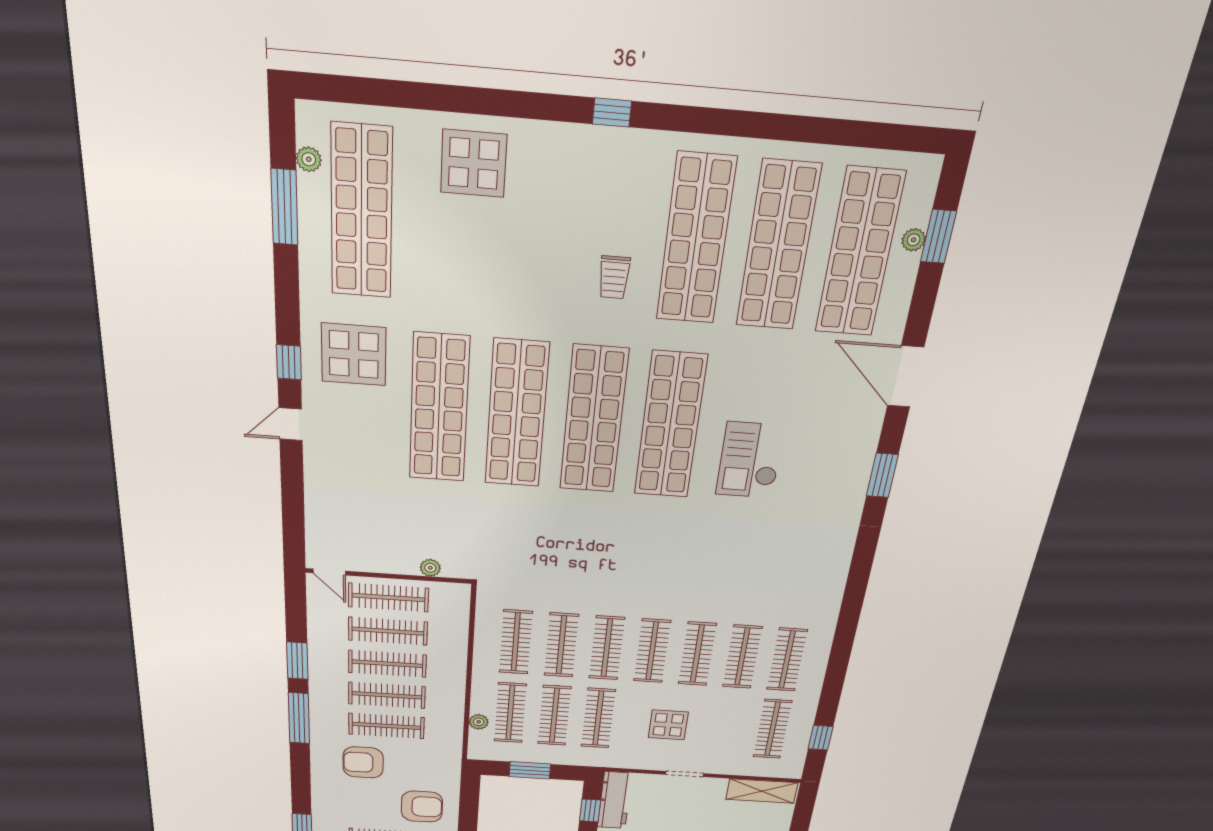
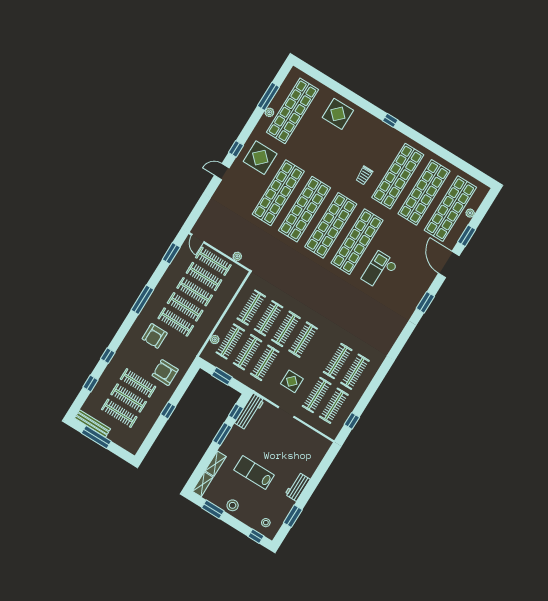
plant: (309, 159) -> (269, 112), moved
window: (939, 236) -> (467, 236), moved
clothes rail: (697, 654) -> (317, 395), moved
window: (297, 661) -> (171, 253), moved
armchair: (363, 762) -> (155, 336), turned -90
shelving: (762, 791) -> (315, 439), removed
armchair: (422, 807) -> (165, 373), turned 180

